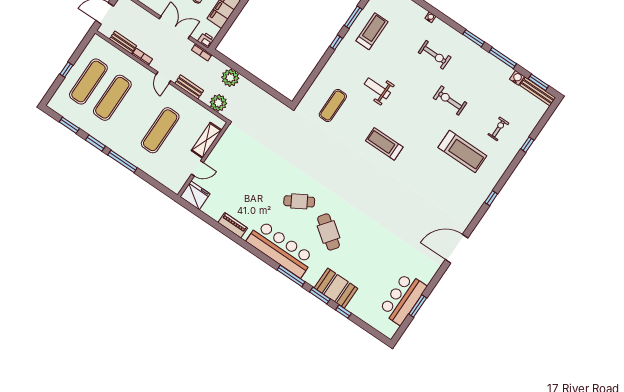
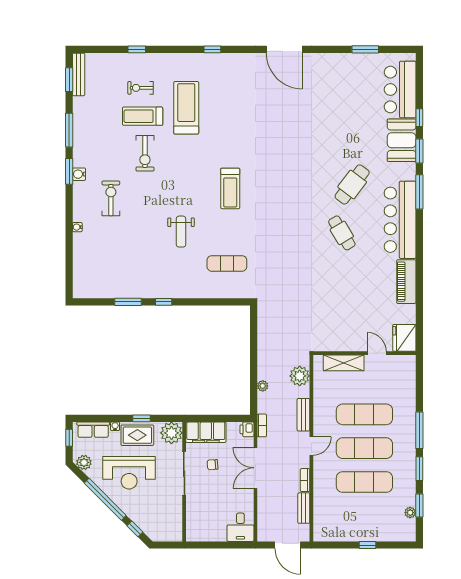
treadmill: (372, 31) -> (143, 116), moved
plant: (230, 78) -> (263, 386), width x0.53, depth x0.53
water cooler: (517, 78) -> (79, 174), moved
exercise mat: (88, 82) -> (364, 448), moved
plant: (69, 115) -> (410, 513), added
piano: (233, 225) -> (406, 282), width x1.37, depth x1.33
bar counter: (403, 299) -> (400, 89), moved, turned 90

